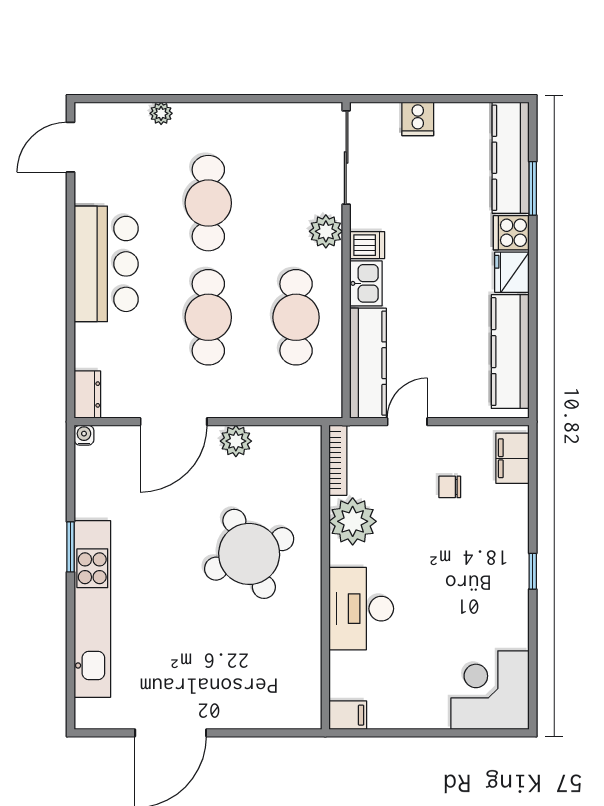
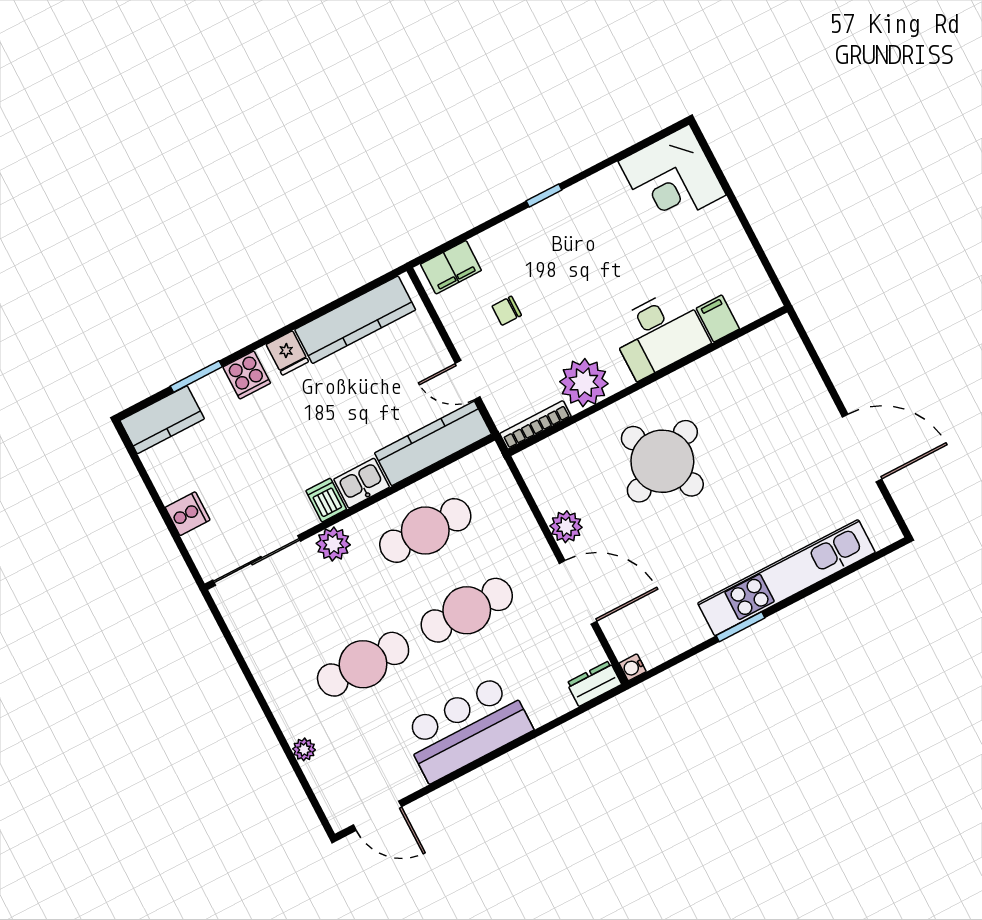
kitchen counter: (511, 158) -> (162, 420), width x0.67
fridge: (512, 272) -> (287, 353), width x0.72
chair: (450, 487) -> (507, 311), turned 90
filing cabinet: (348, 715) -> (718, 318), moved

